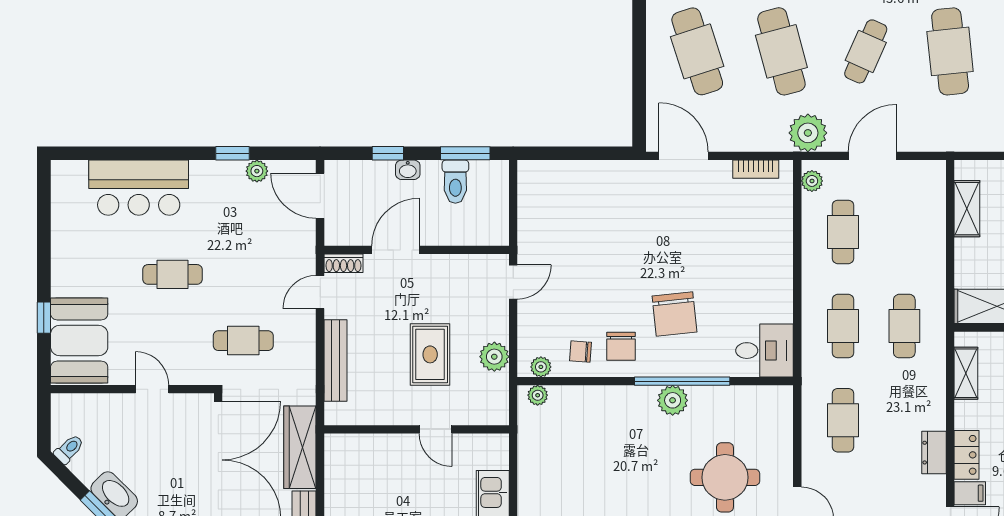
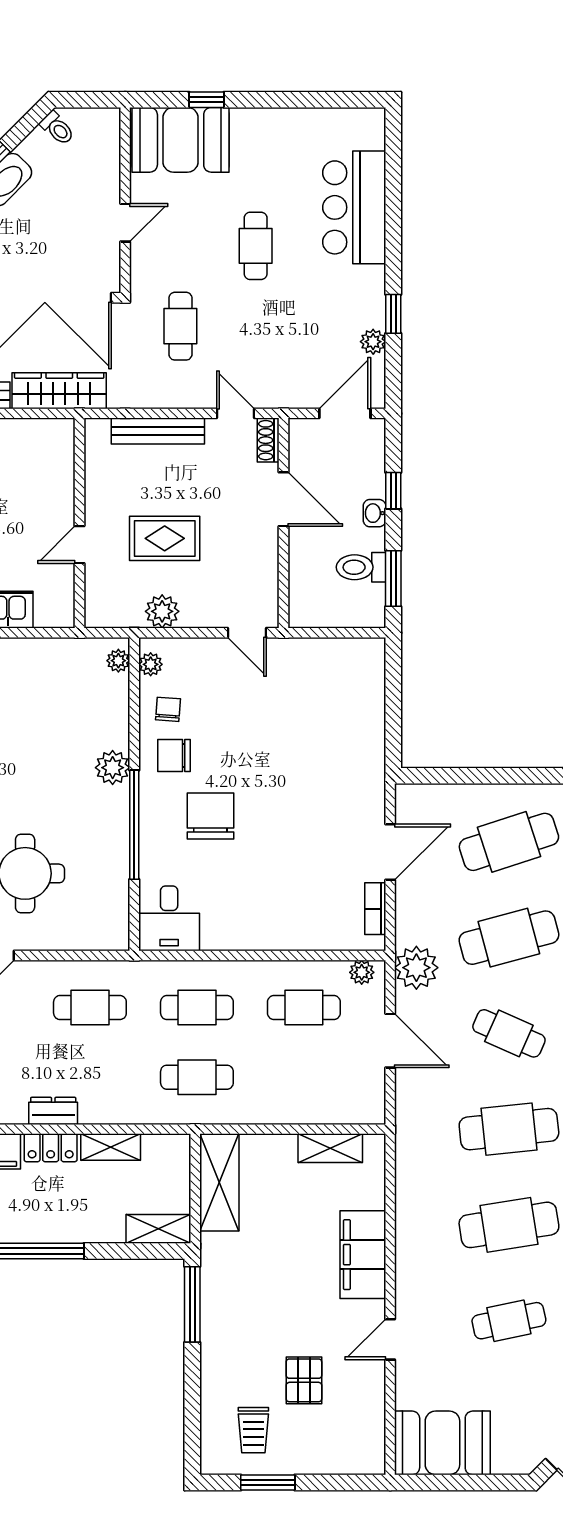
door: (684, 156) -> (390, 852), moved
chair: (674, 314) -> (211, 816), turned 96
shelving: (966, 373) -> (111, 1147), moved
plant: (673, 400) -> (113, 768), moved

